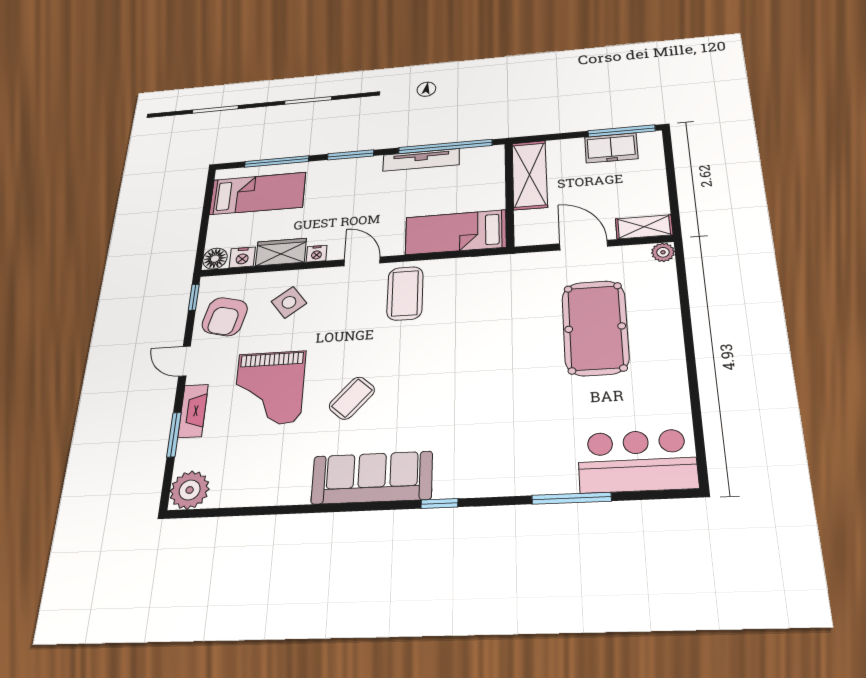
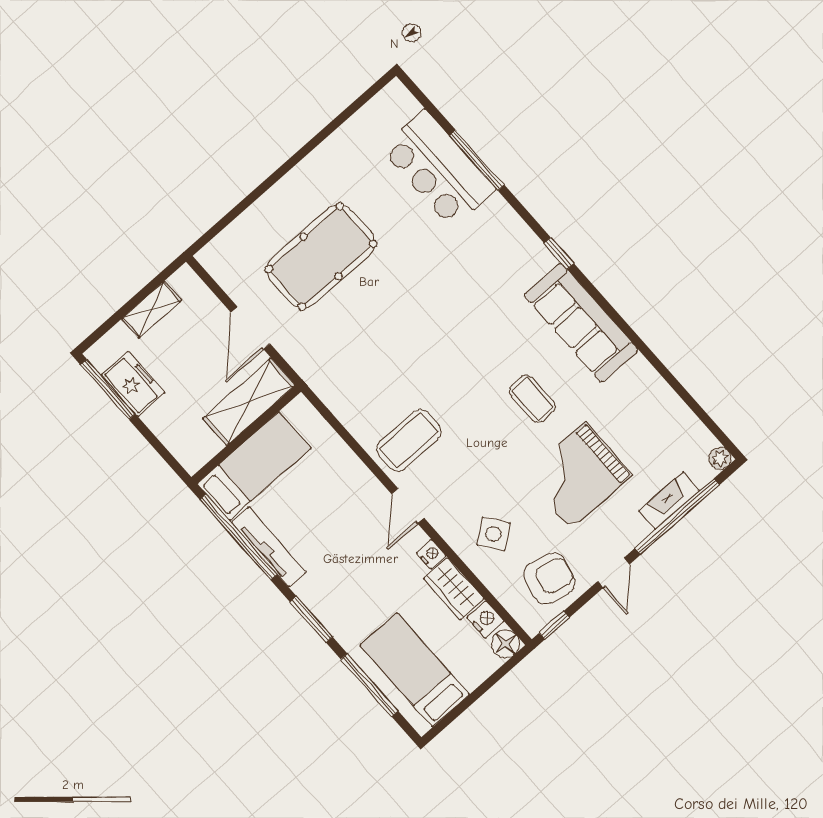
shelving: (530, 175) -> (249, 402), moved
shelving: (644, 227) -> (151, 310), moved, turned 90
bed: (456, 232) -> (254, 466), moved, turned -90
plant: (663, 252) -> (209, 257), removed
grand piano: (269, 388) -> (578, 476), turned 180
coffee table: (352, 398) -> (532, 399), turned 48
fireplace: (193, 411) -> (669, 501), moved
window: (174, 435) -> (677, 517), width x2.11
bar counter: (637, 461) -> (438, 169), moved
plant: (190, 490) -> (720, 458), width x0.53, depth x0.53

